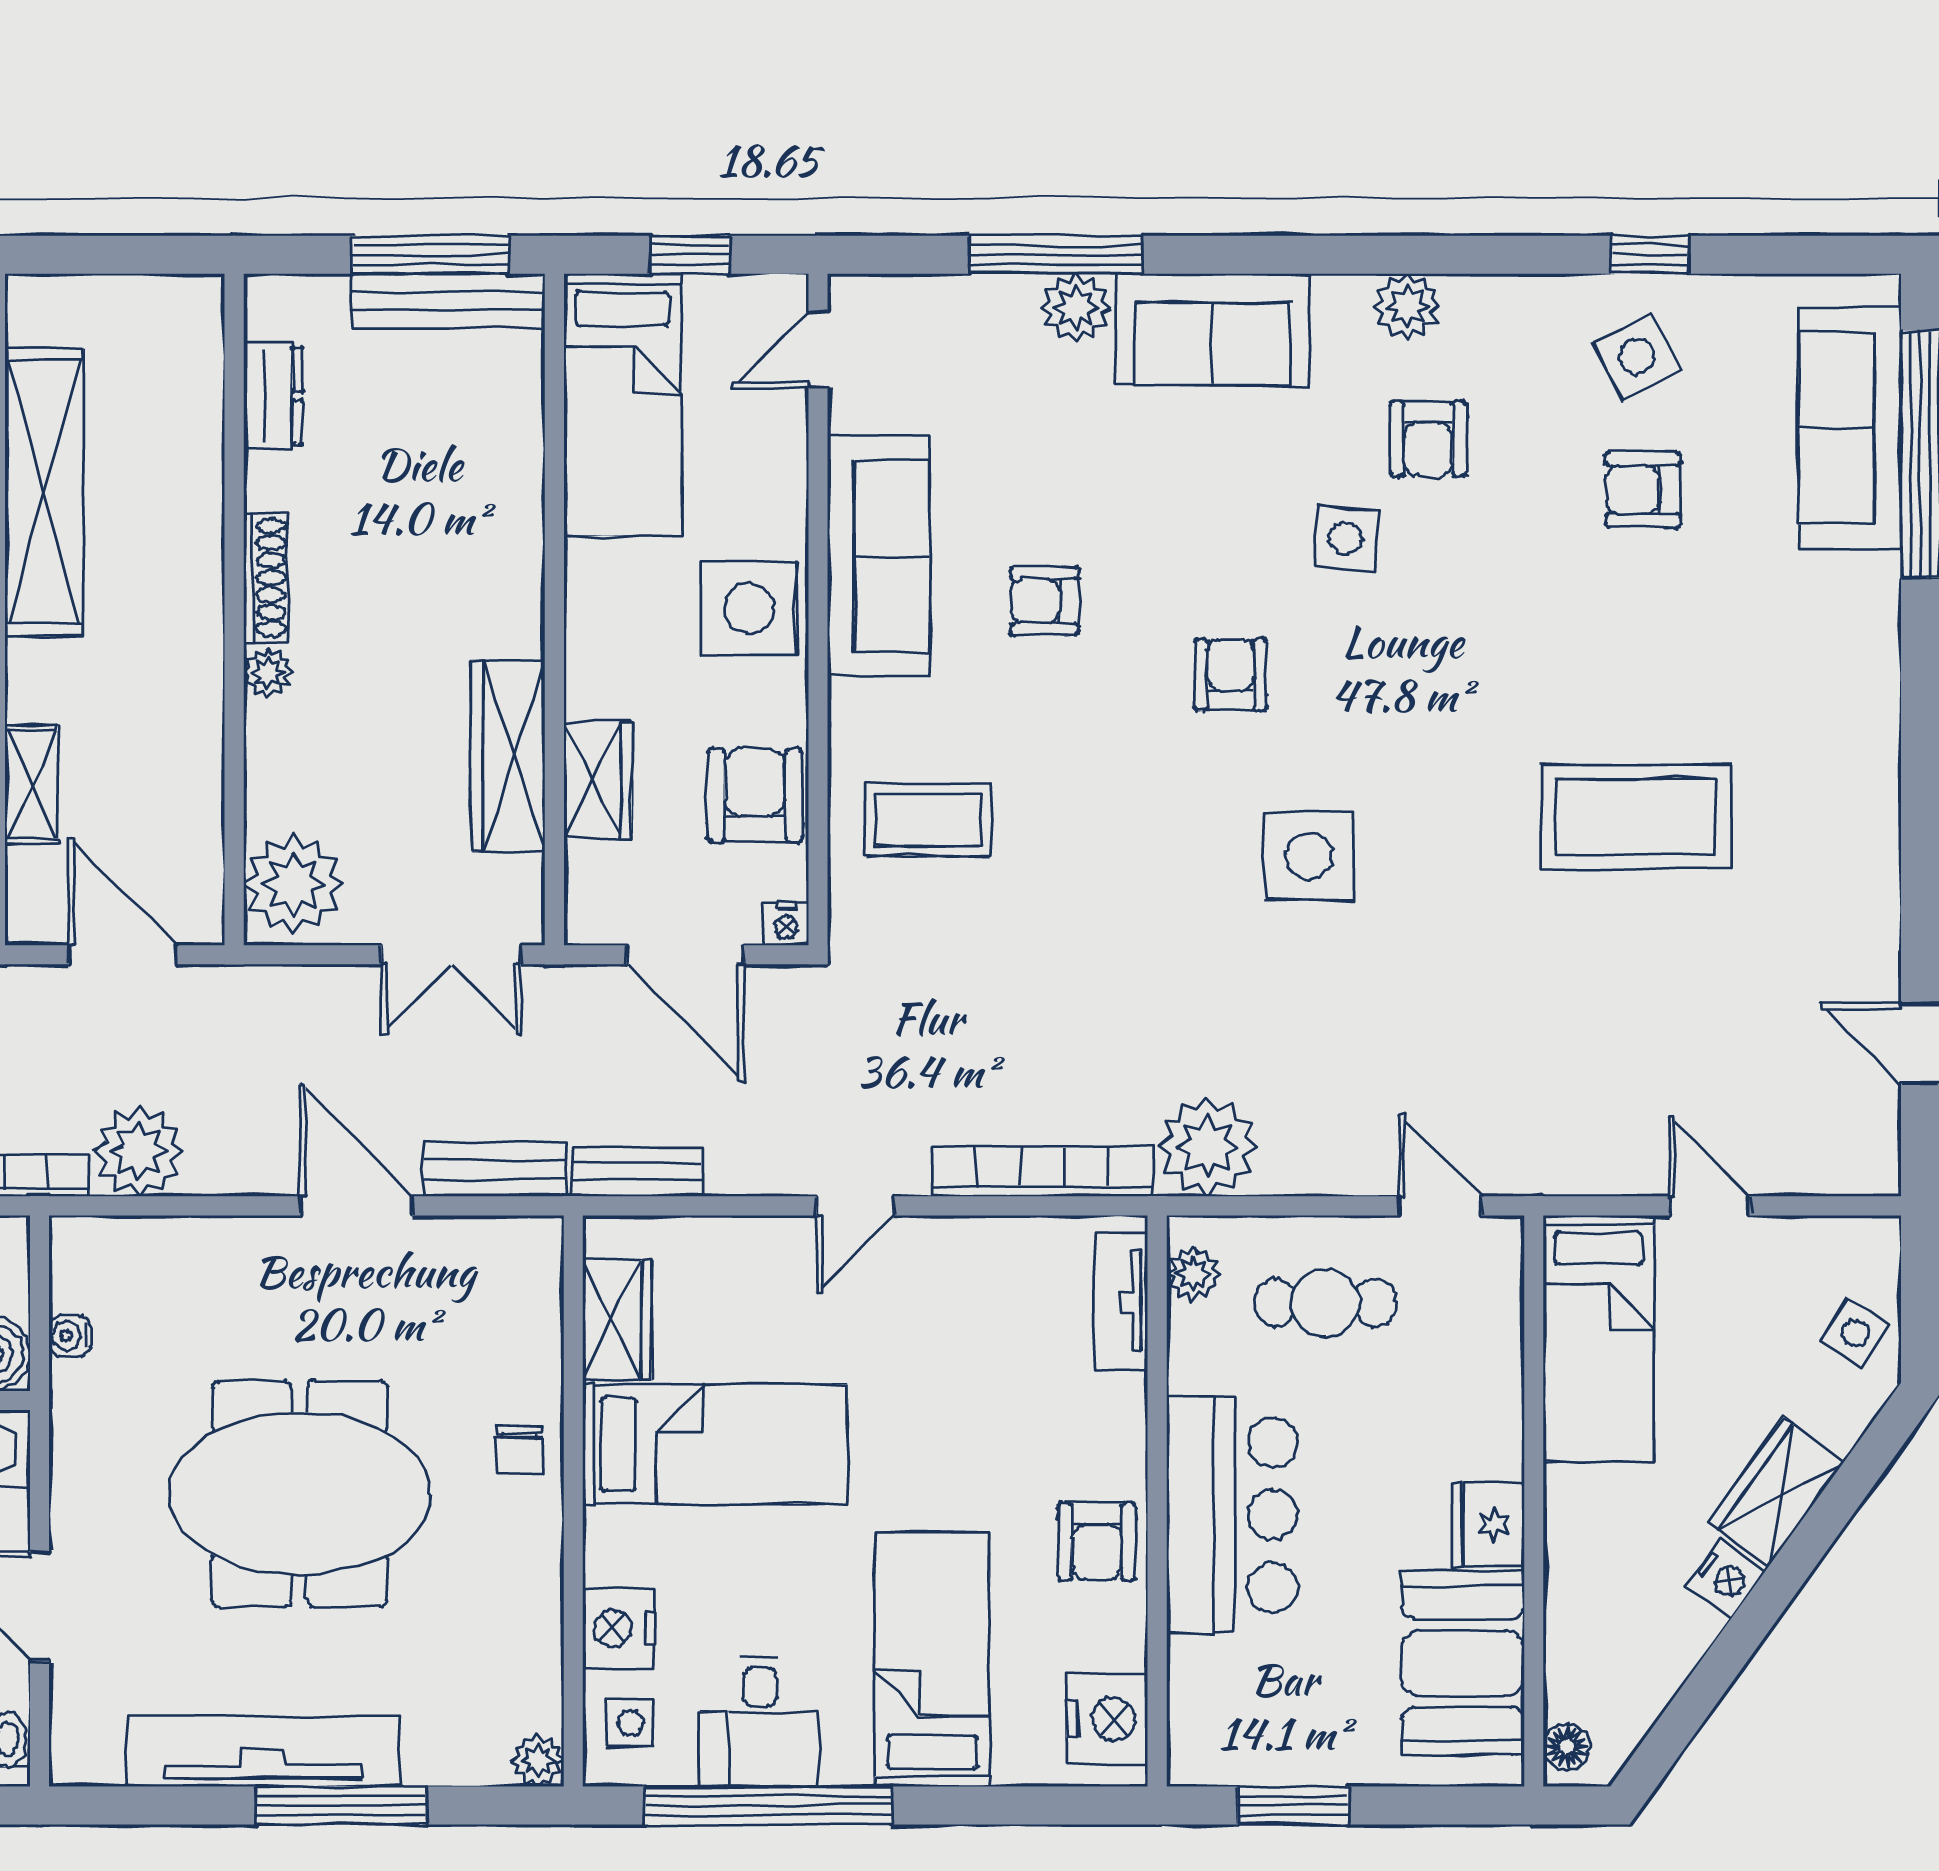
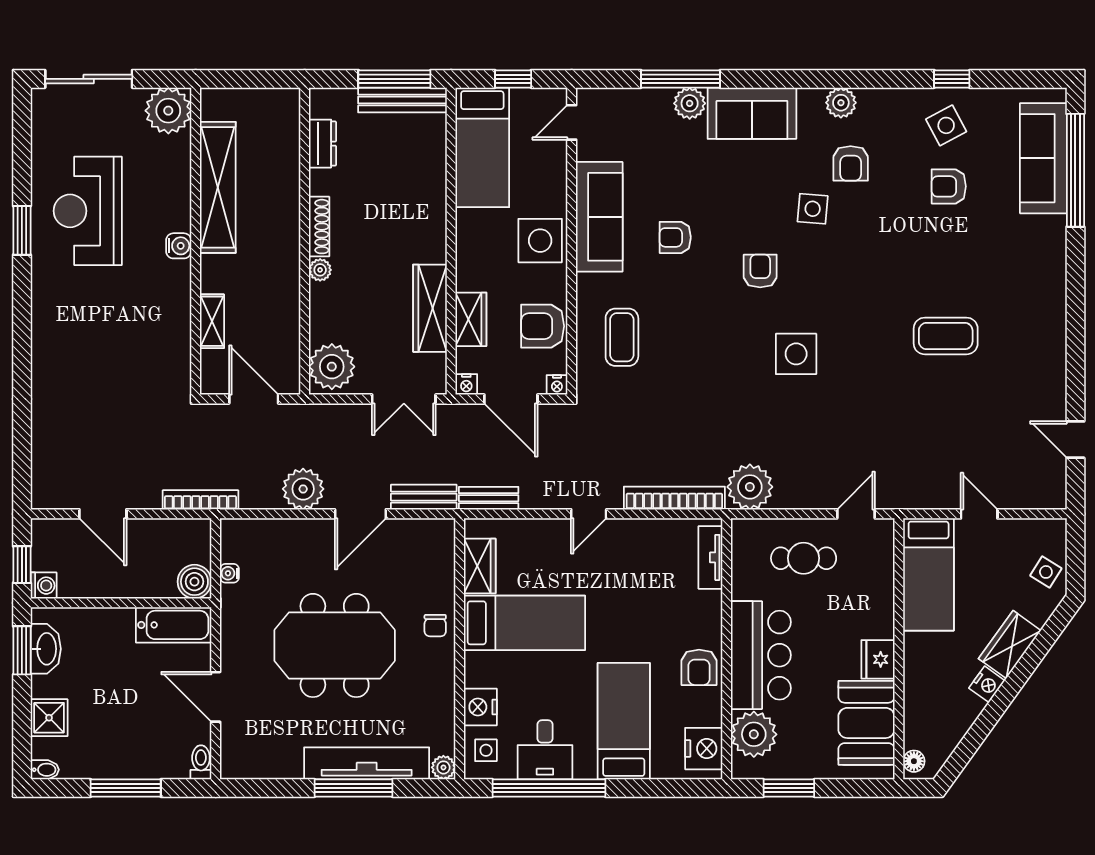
armchair: (755, 795) -> (543, 326), turned -90
coffee table: (1636, 817) -> (946, 336), width x0.73, depth x0.76
coffee table: (928, 820) -> (622, 337), turned 90
nightstand: (588, 923) -> (466, 384), added
plant: (139, 1151) -> (303, 489), moved
door: (356, 1206) -> (360, 514), swing flipped
door: (1440, 1206) -> (856, 514), hinge flipped
plant: (1193, 1274) -> (754, 734), moved, width x1.88, depth x1.88
tv unit: (263, 1752) -> (367, 763), moved

